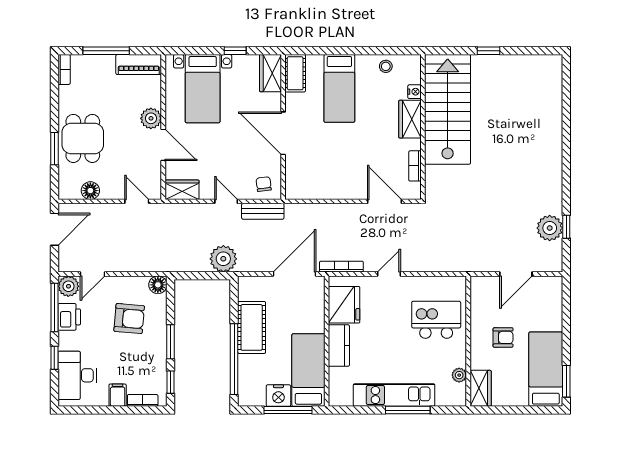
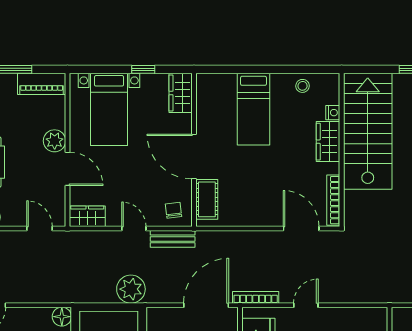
cot: (295, 73) -> (207, 199), moved
bookcase: (415, 166) -> (333, 200), width x1.56

